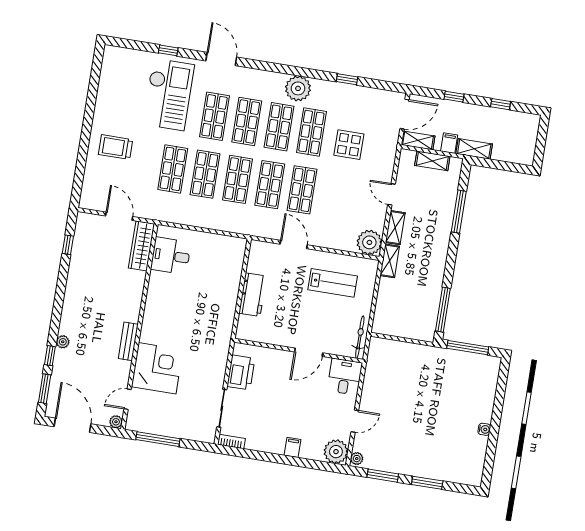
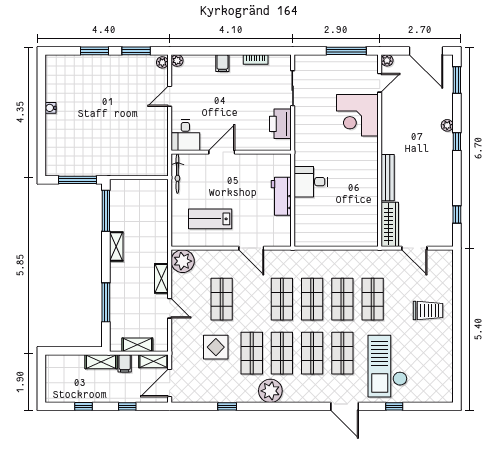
shop shelf: (302, 190) -> (222, 299), moved
desk: (171, 256) -> (311, 182), moved, turned 180
shelving: (390, 261) -> (116, 246), moved
bench: (128, 341) -> (388, 178), moved, width x1.36
window: (50, 356) -> (457, 142), moved
bookcase: (231, 442) -> (256, 59), moved
plant: (336, 452) -> (177, 60), width x0.53, depth x0.53

